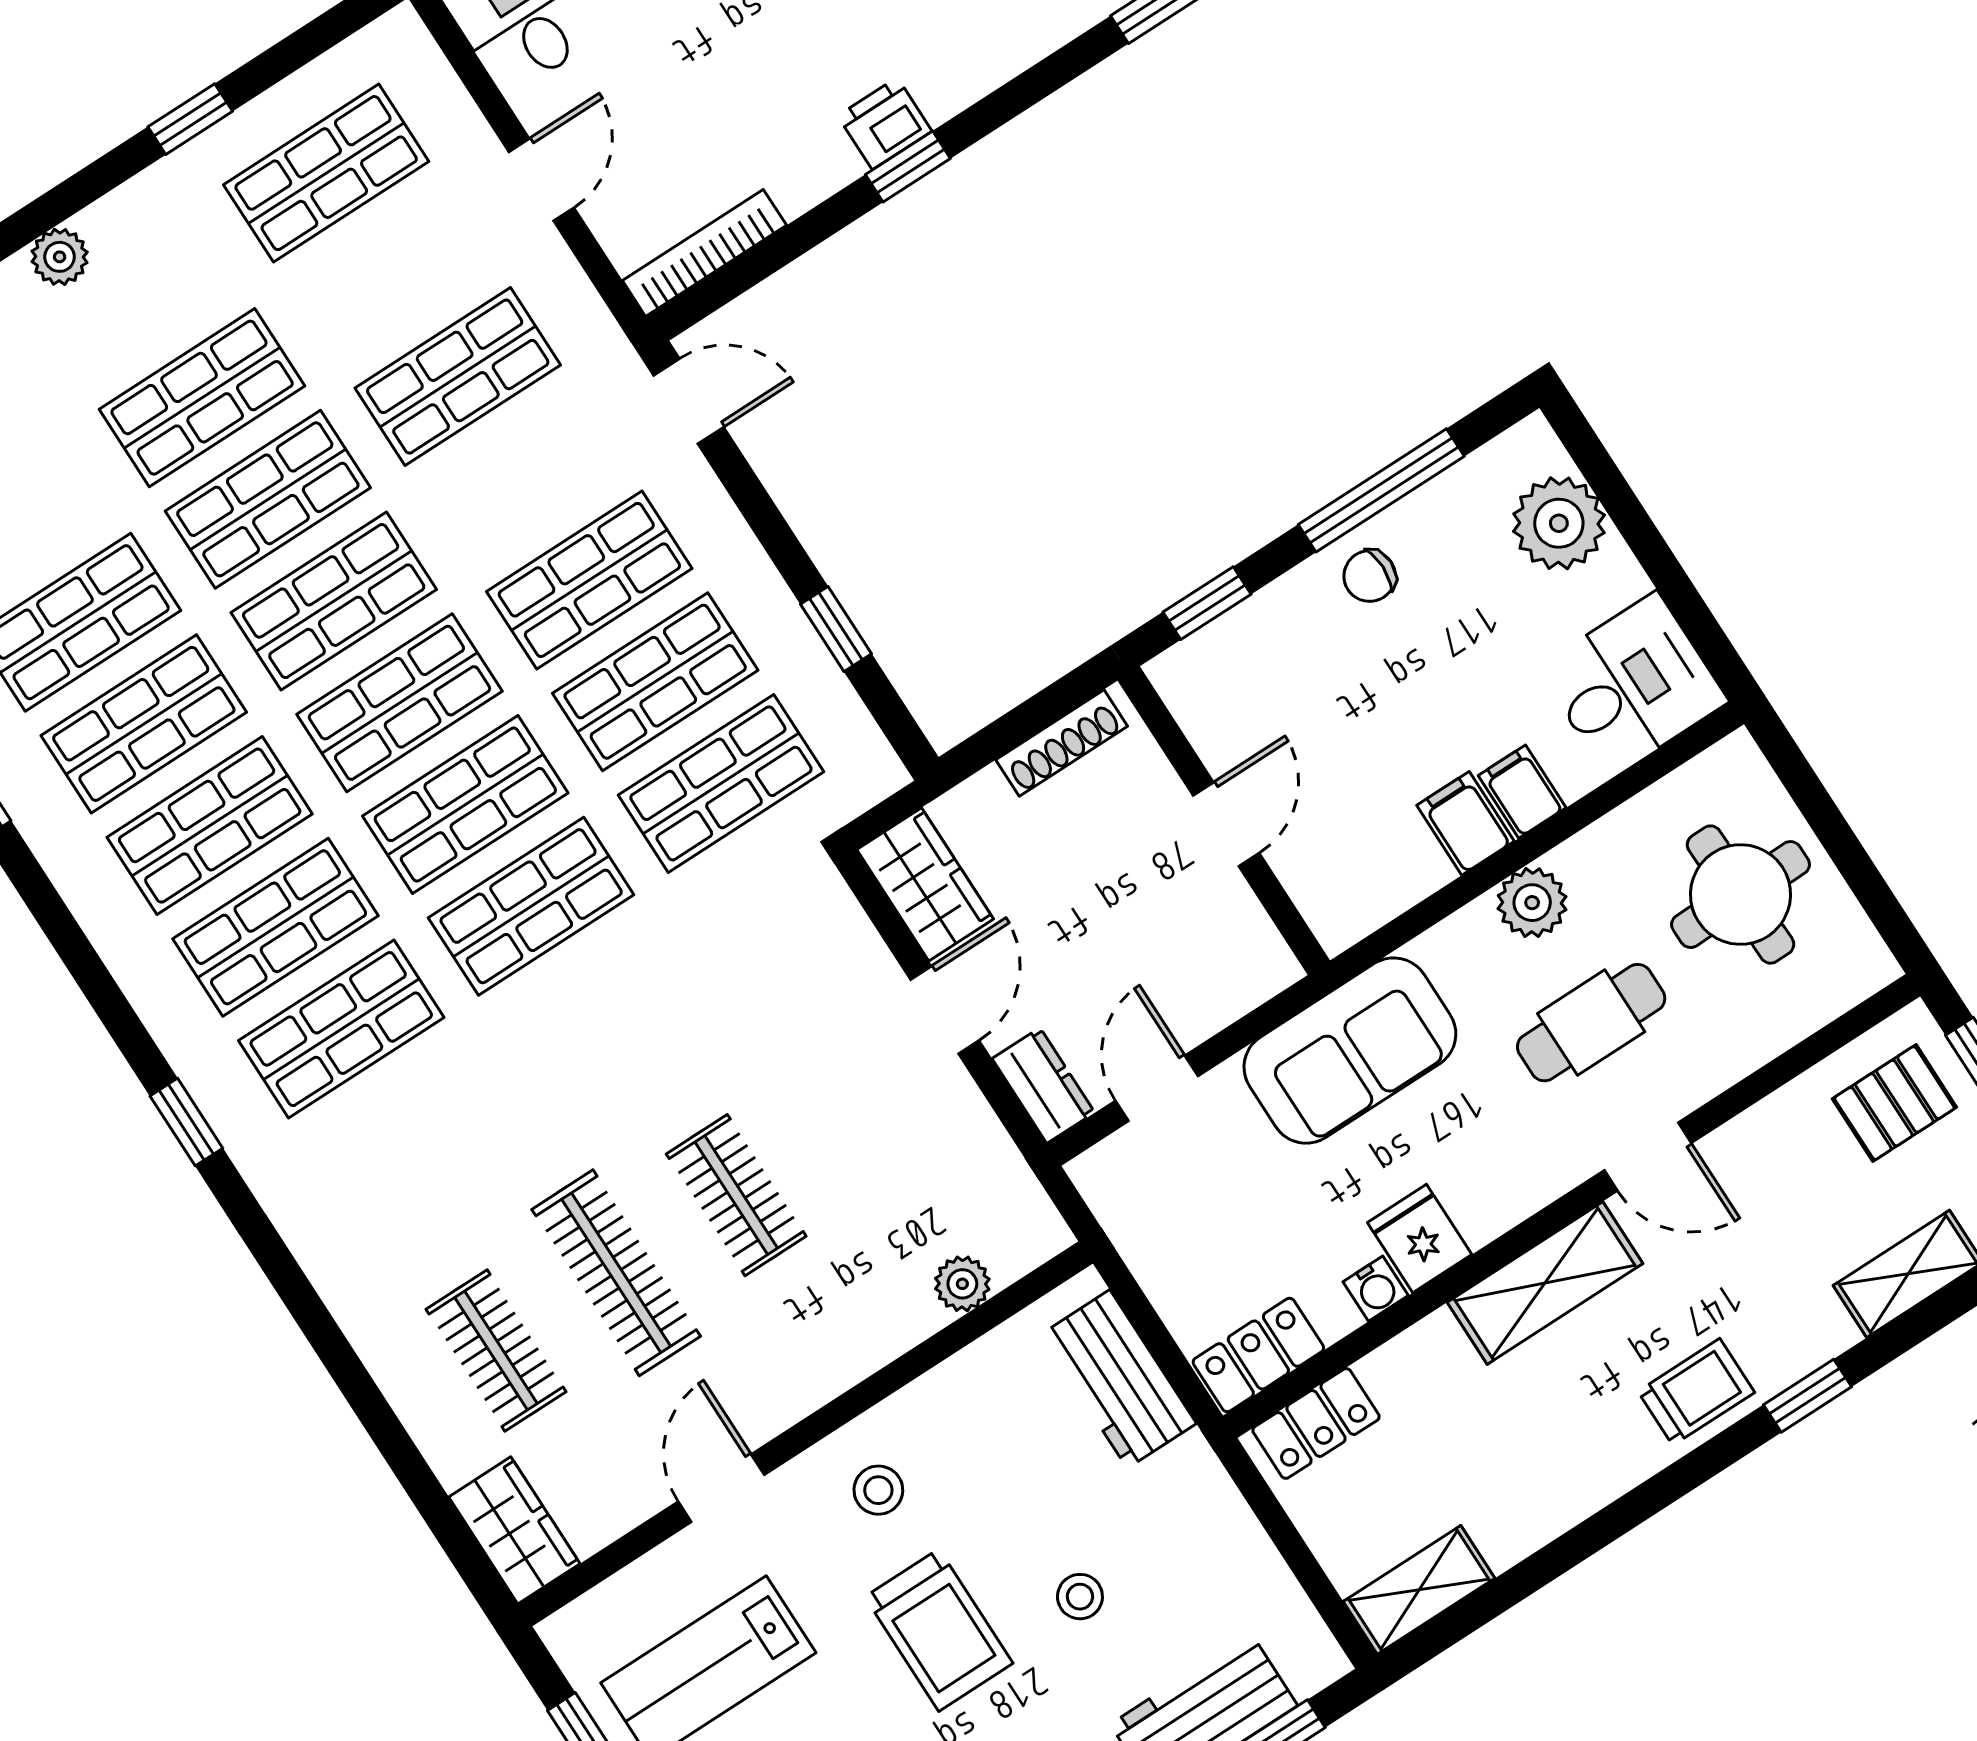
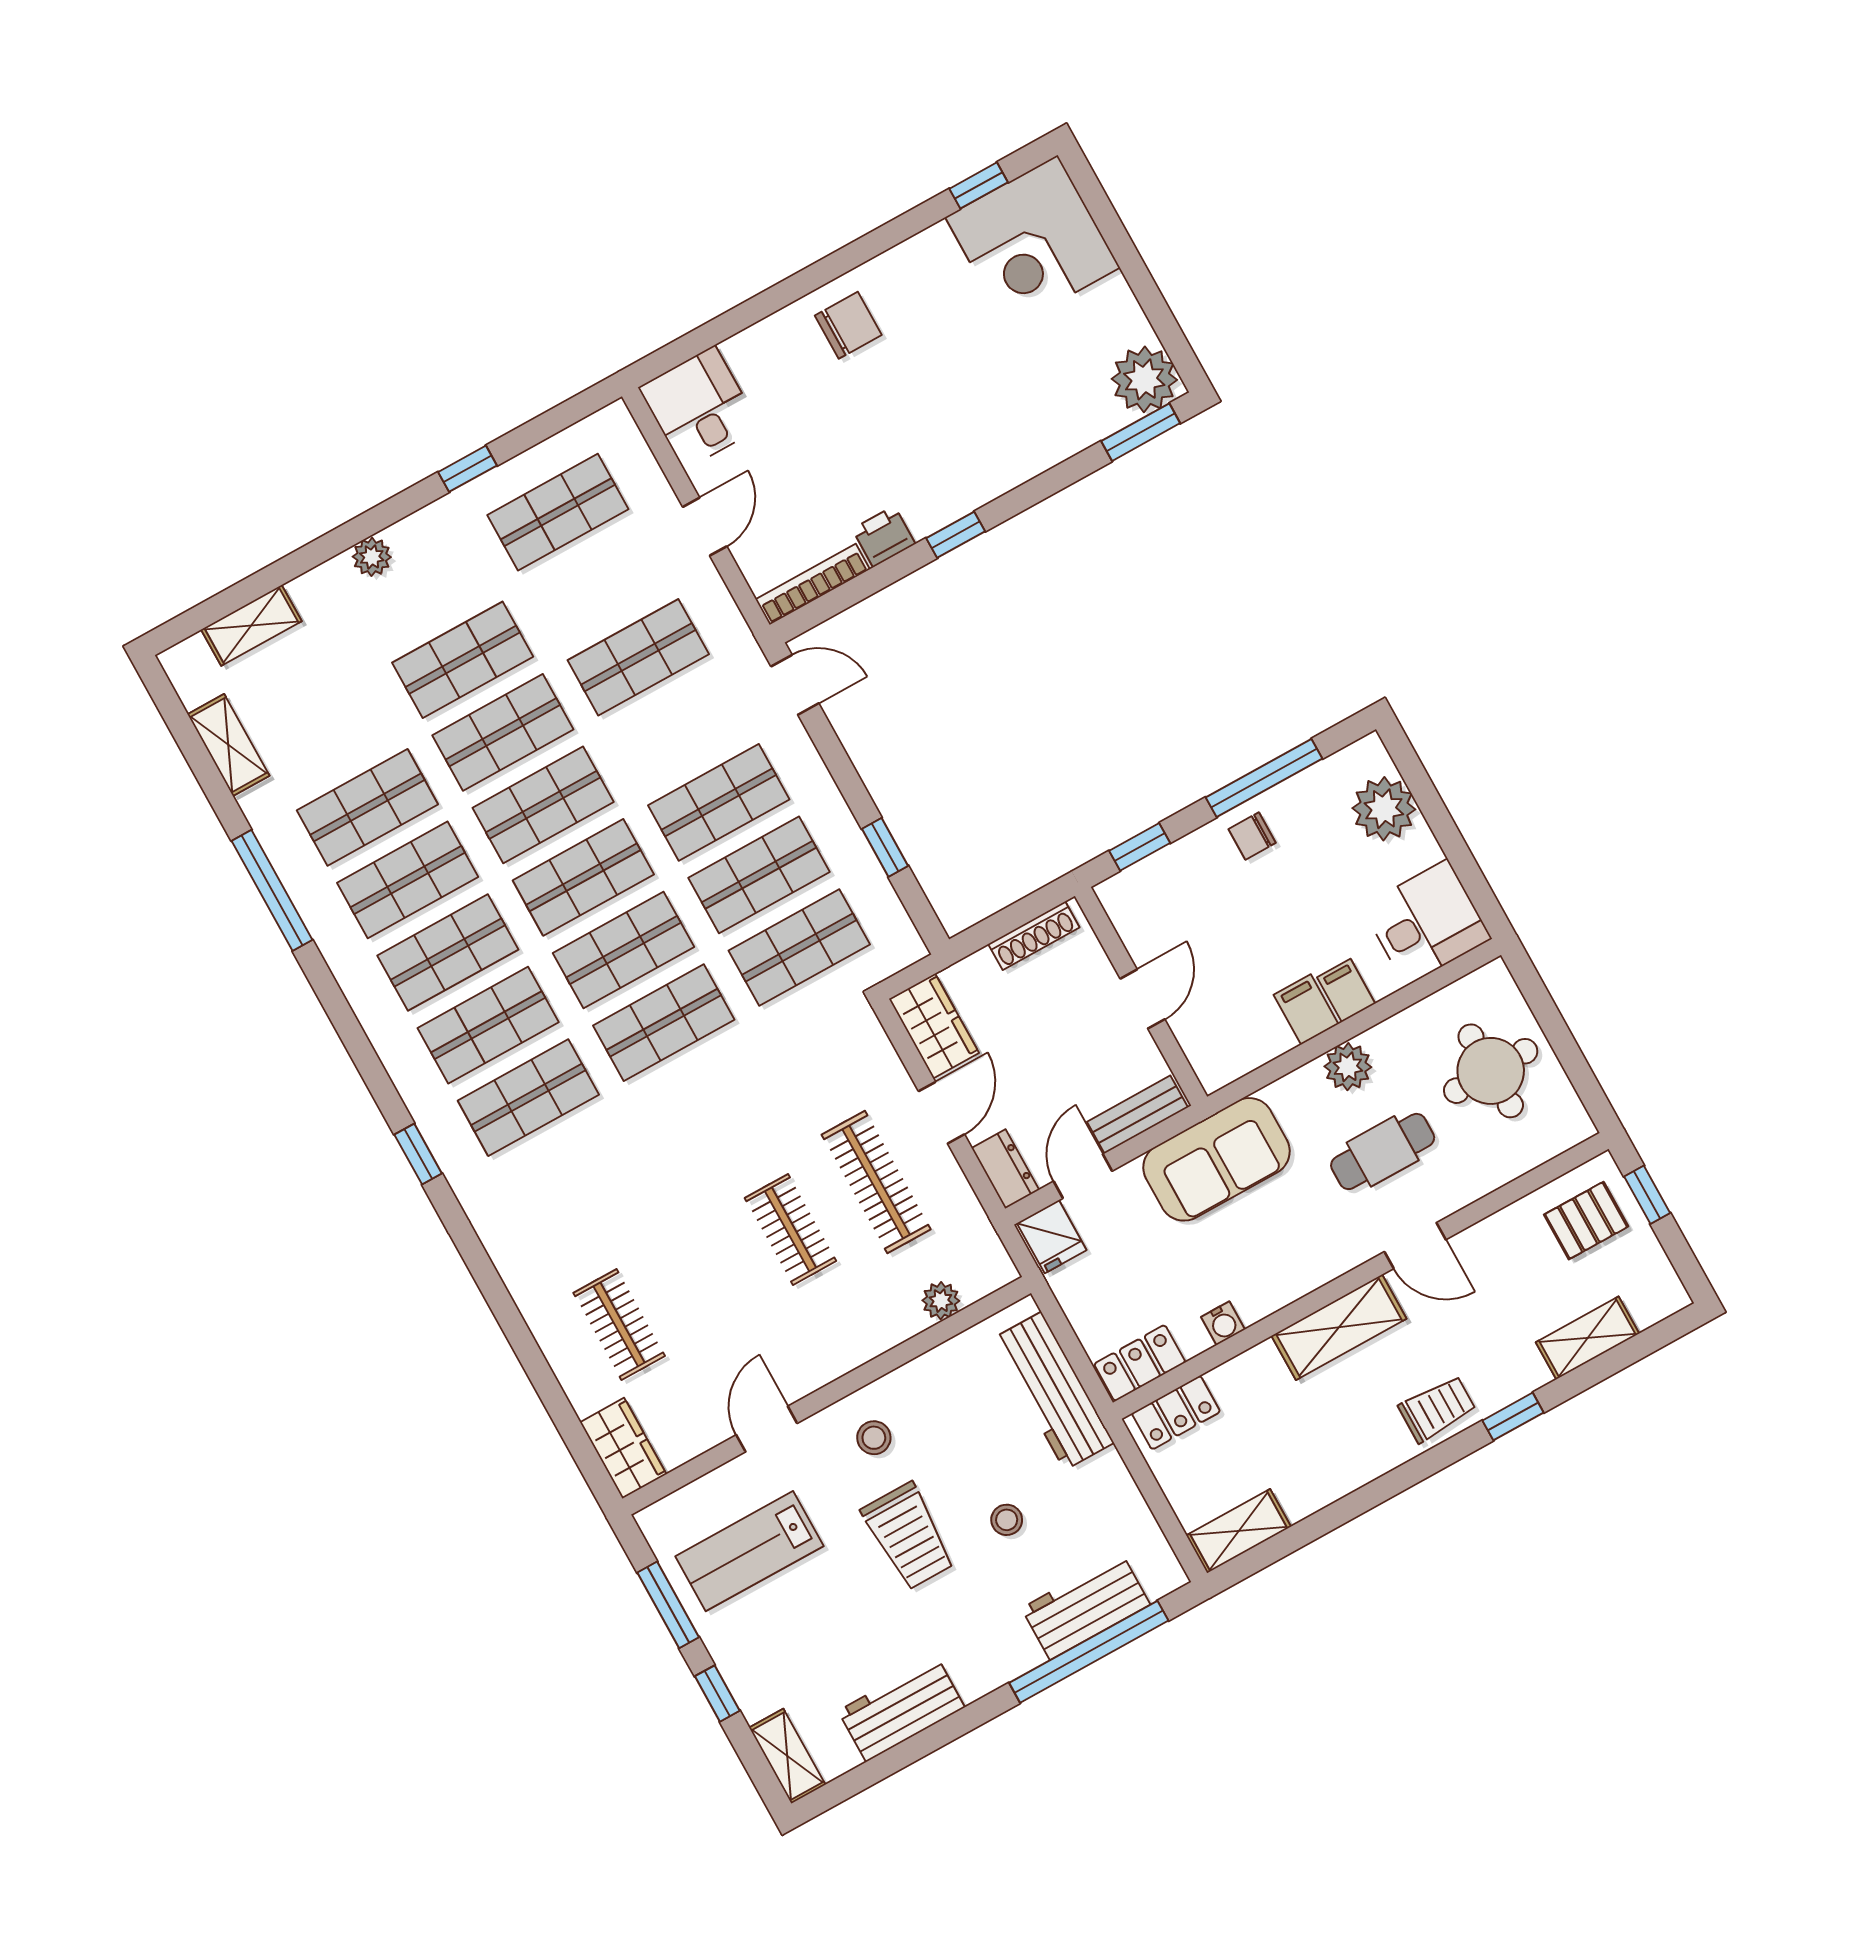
printer: (885, 123) -> (884, 536), moved
bench: (1230, 993) -> (1137, 1115), added
fridge: (1420, 1239) -> (1052, 1237), moved, turned 180
clothes rail: (616, 1273) -> (876, 1182), moved
workbench: (1118, 1379) -> (1053, 1391), width x1.38

